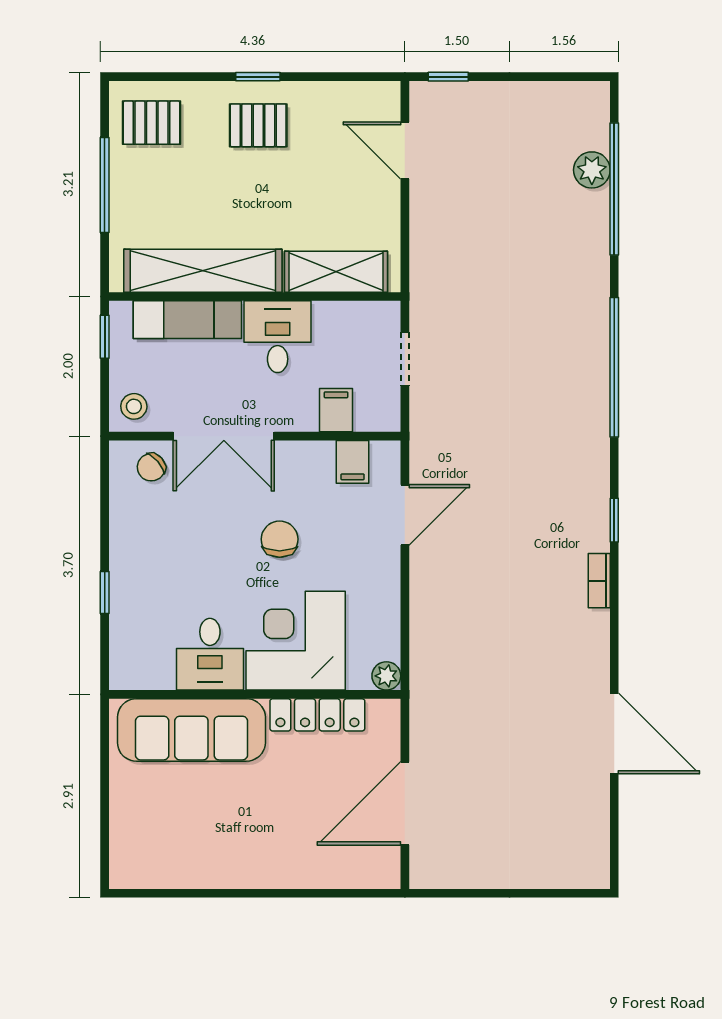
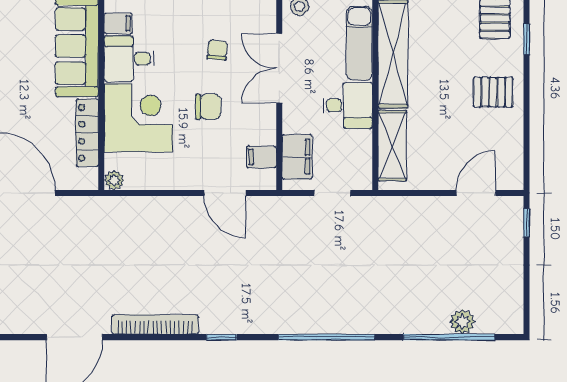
window: (258, 77) -> (527, 39), moved
pallet: (258, 125) -> (493, 92), turned 90
filing cabinet: (336, 410) -> (297, 157), width x2.00
chair: (151, 467) -> (217, 50), moved, turned 47
bookcase: (599, 581) -> (155, 324), width x2.31, depth x1.31
filing cabinet: (158, 670) -> (118, 23), added

